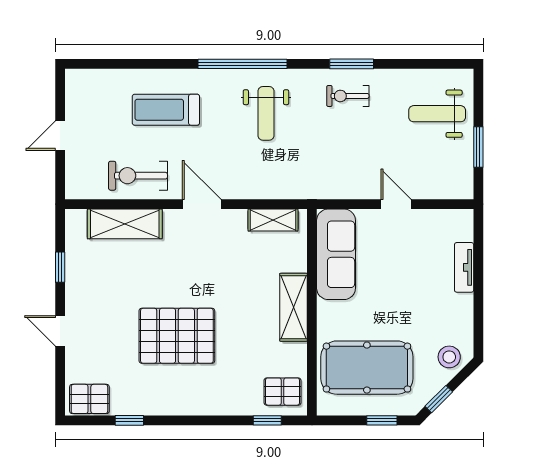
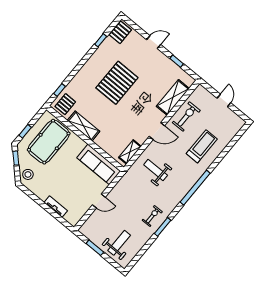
weight bench: (266, 113) -> (156, 170), moved
shelving: (294, 307) -> (84, 126), moved

